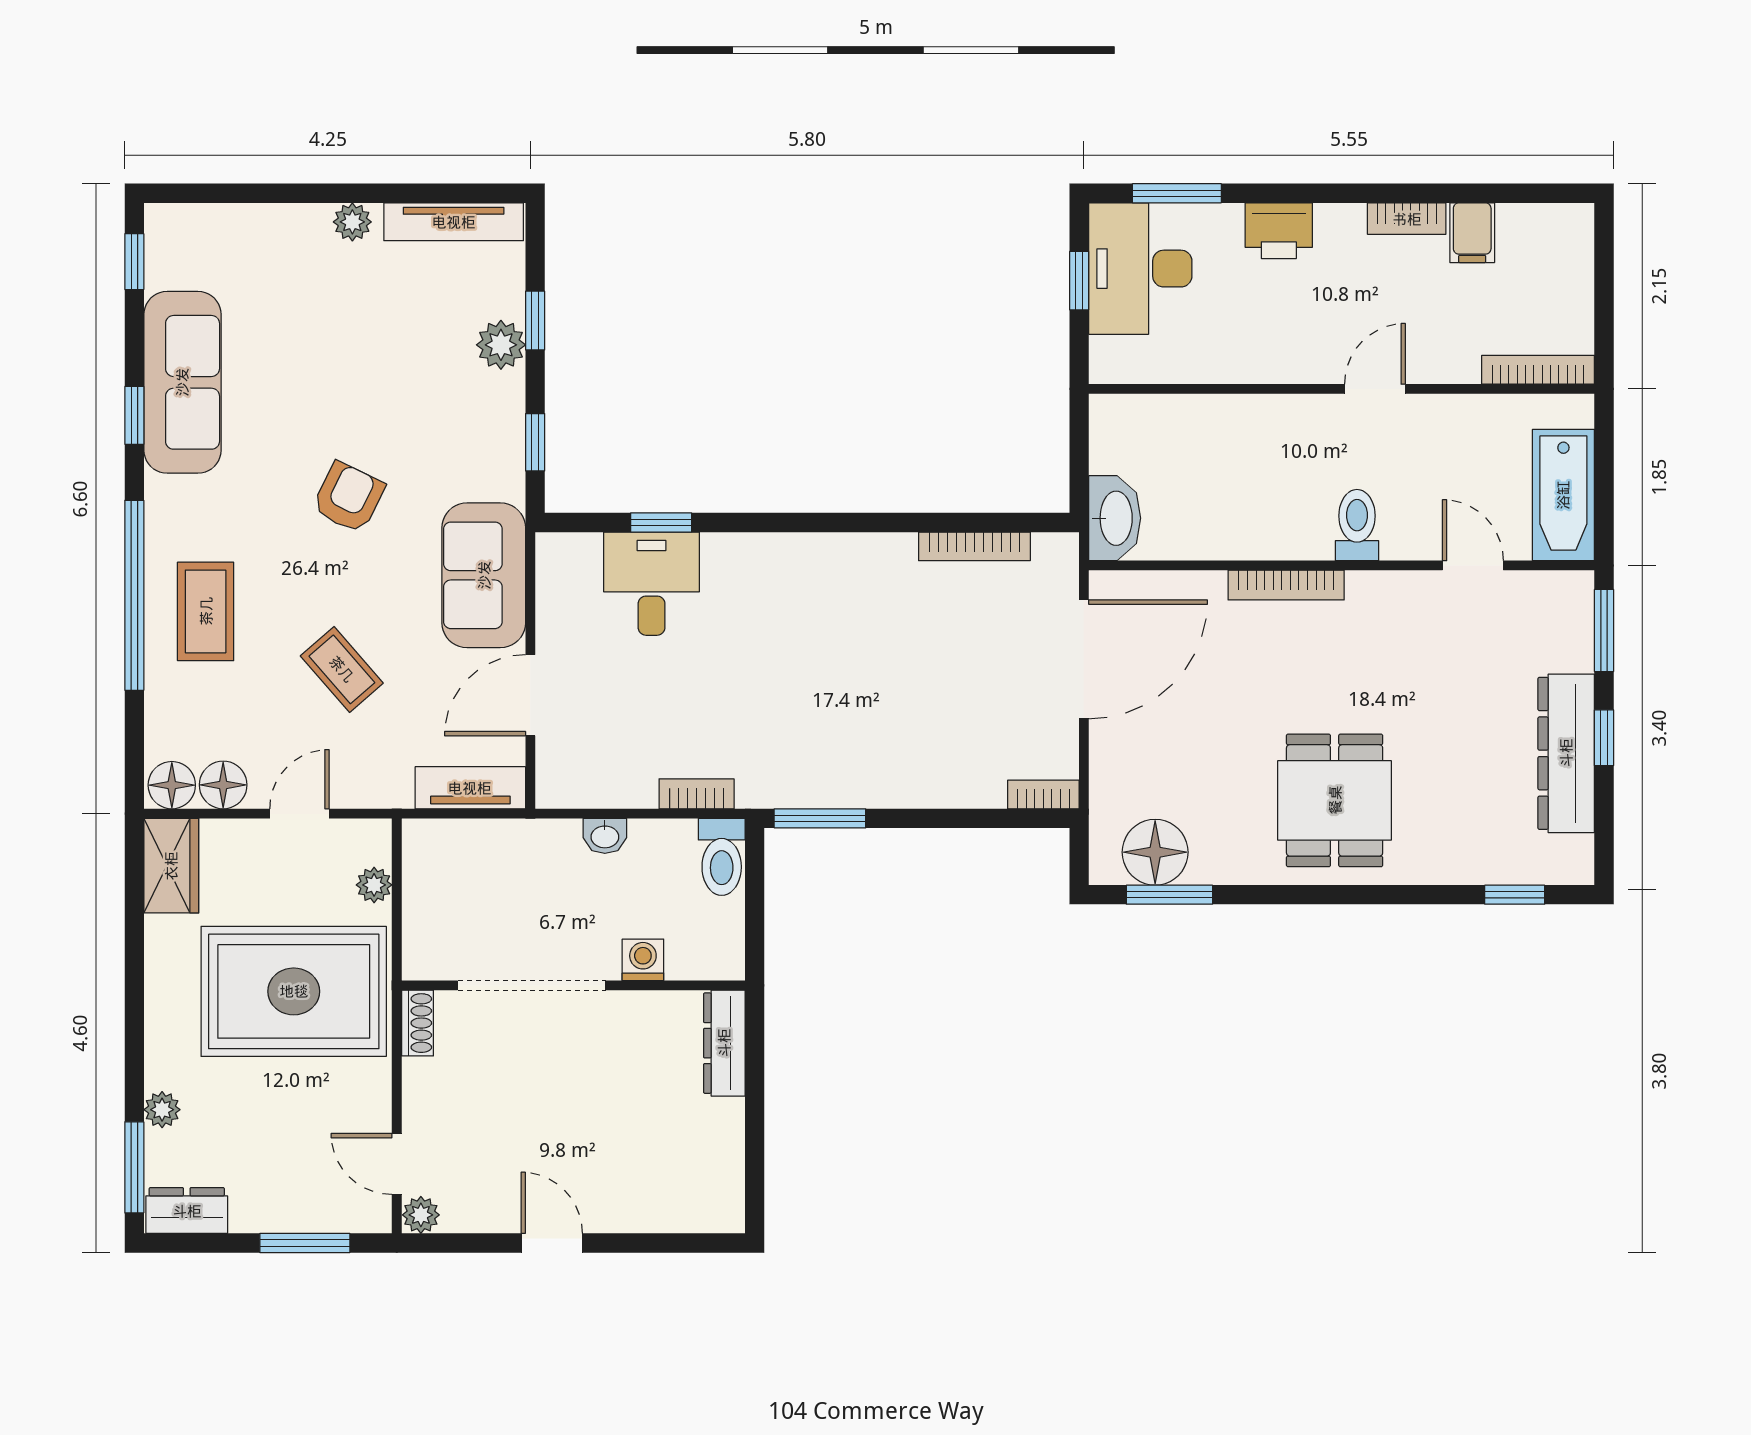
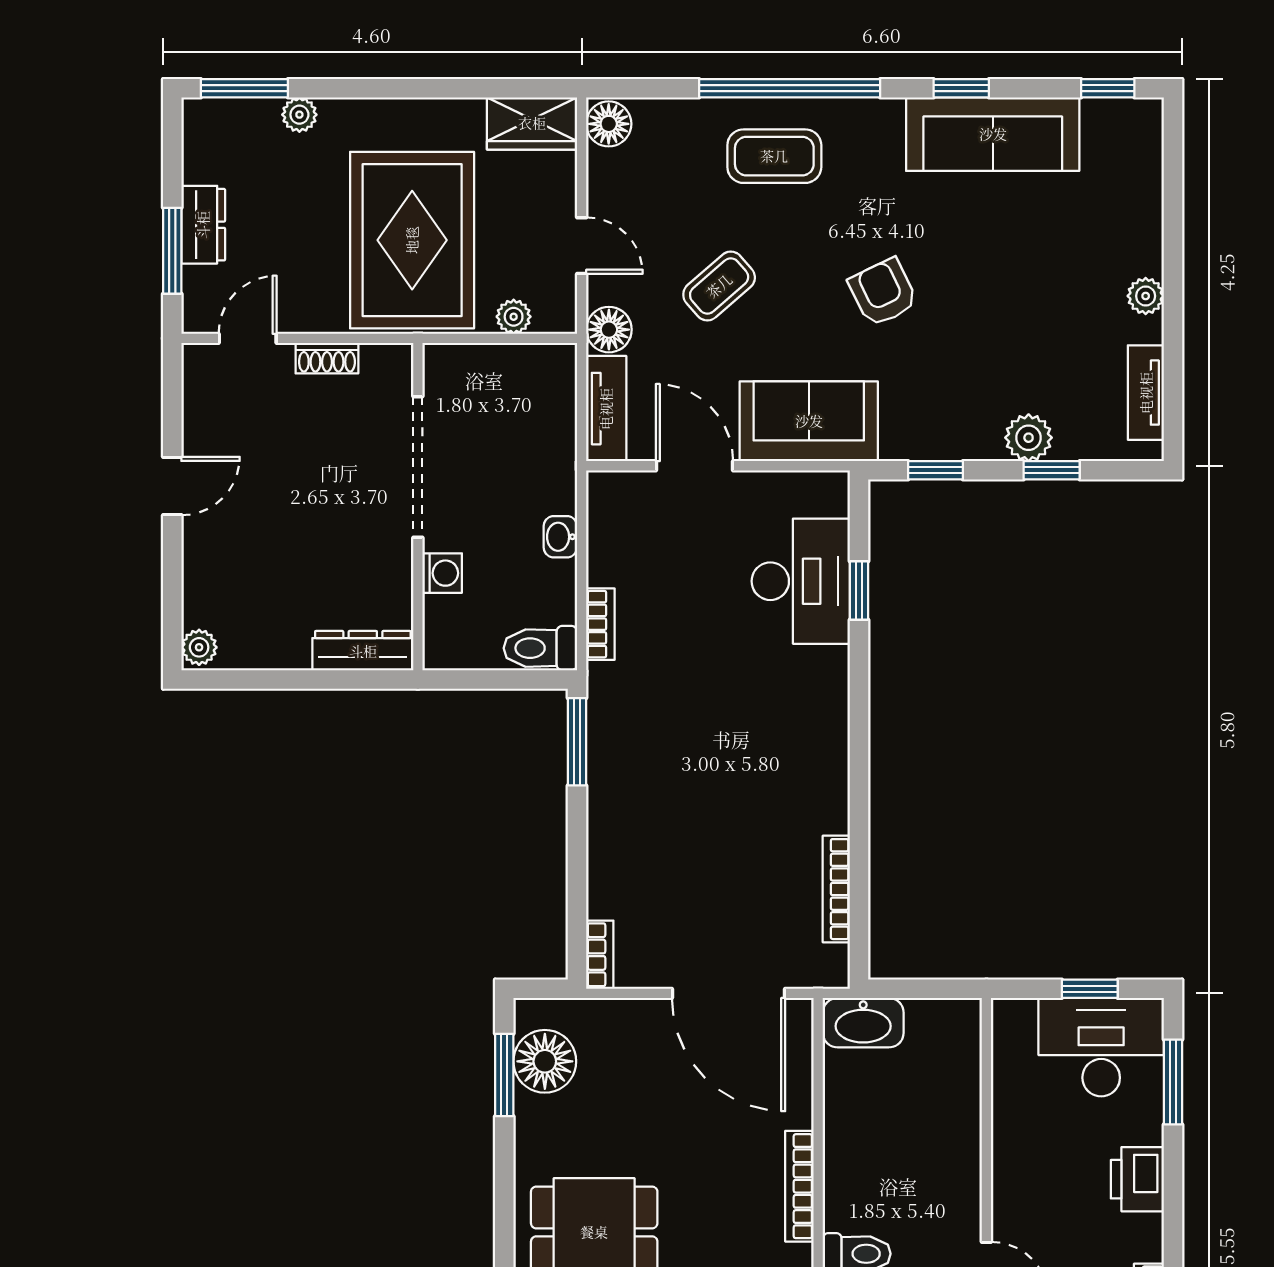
tv unit: (454, 222) -> (1146, 393), width x0.71
armchair: (348, 497) -> (883, 292), turned -142
desk: (652, 584) -> (801, 581), width x1.37
floor lamp: (223, 785) -> (609, 330), moved
shoe rack: (418, 1023) -> (327, 358), moved
dresser: (187, 1211) -> (203, 225), moved
plant: (421, 1215) -> (199, 647), moved

